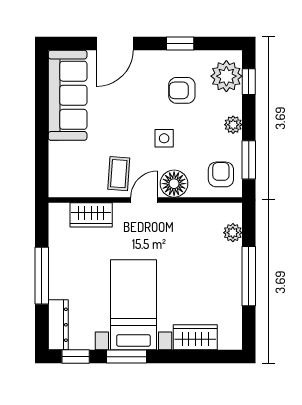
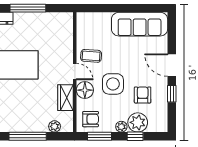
door: (115, 43) -> (172, 65), moved
plant: (226, 76) -> (138, 122), moved
window: (249, 82) -> (135, 136), moved
side table: (164, 138) -> (113, 84), width x1.87, depth x1.87
wardrobe: (91, 215) -> (66, 98), moved

